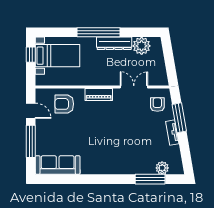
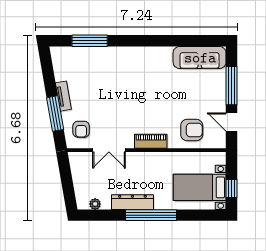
plant: (142, 46) -> (95, 204), width x0.53, depth x0.53
plant: (162, 168) -> (75, 54), removed

